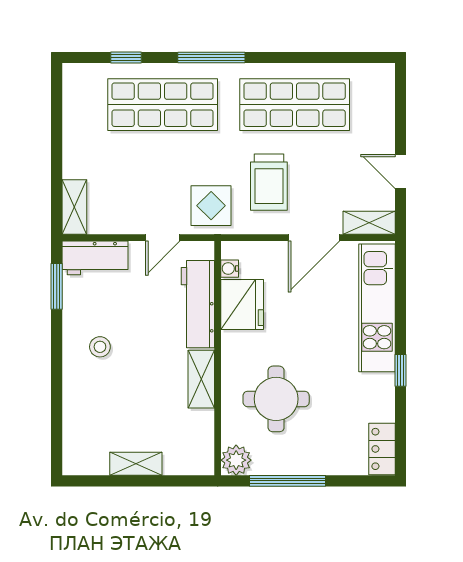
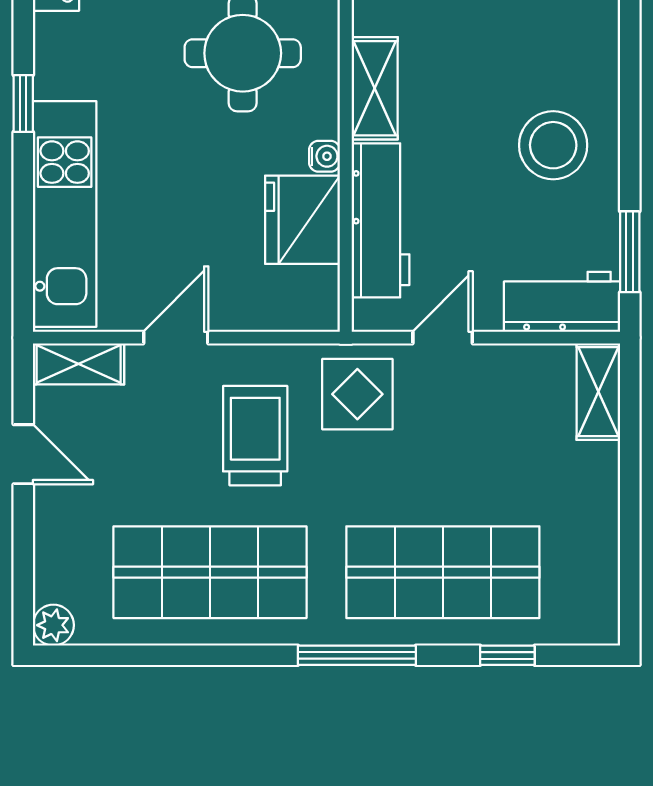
plant: (383, 75) -> (53, 625), added
door: (314, 238) -> (176, 338), width x0.73
water cooler: (230, 269) -> (325, 156), moved
stool: (100, 347) -> (553, 145), width x1.89, depth x1.89

